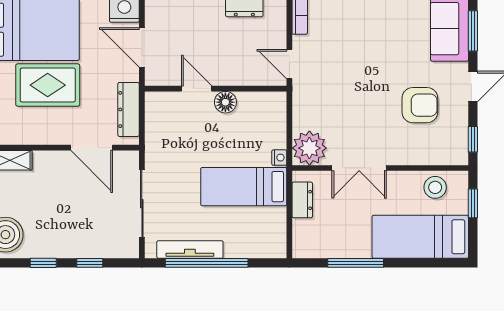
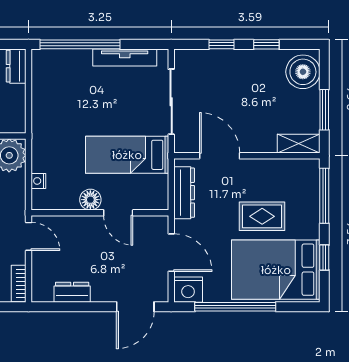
rug: (48, 85) -> (262, 216), width x0.73, depth x0.70
nightstand: (279, 158) -> (38, 181), moved
bed: (244, 187) -> (127, 155), moved, turned 180
dresser: (302, 200) -> (16, 66), moved
window: (207, 263) -> (80, 44), moved

